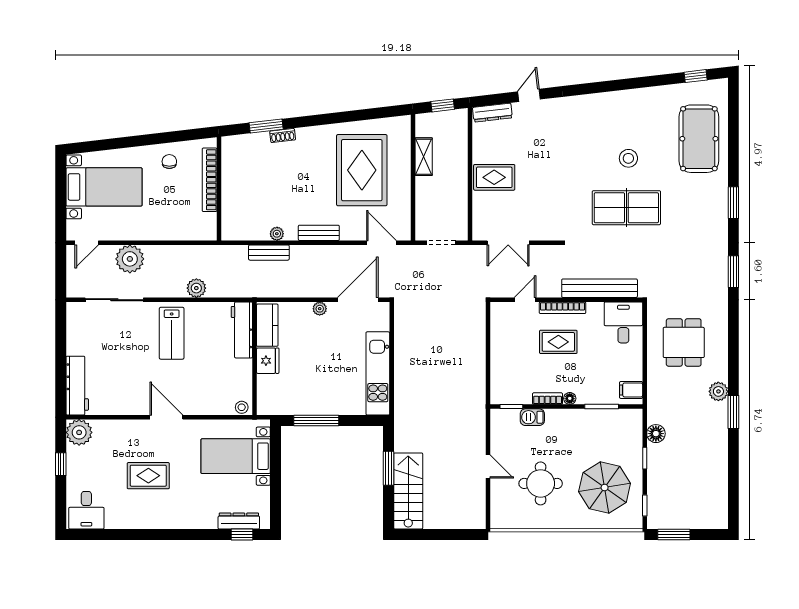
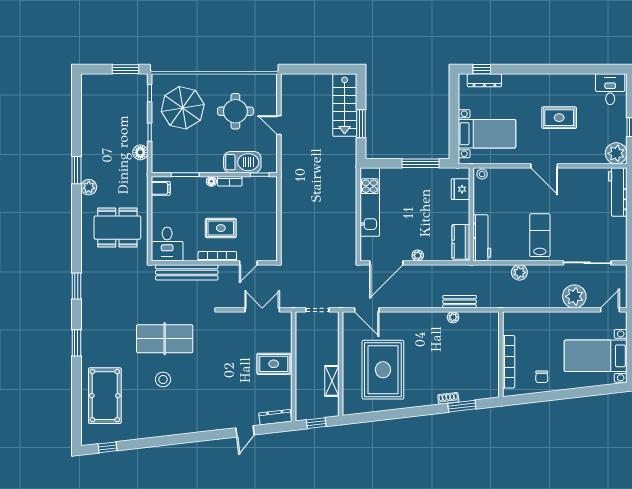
bench: (319, 233) -> (418, 318), removed
dining table: (684, 342) -> (117, 228), width x1.38
fridge: (268, 361) -> (461, 189), moved
barbecue: (532, 417) -> (242, 162), width x1.88, depth x1.53

